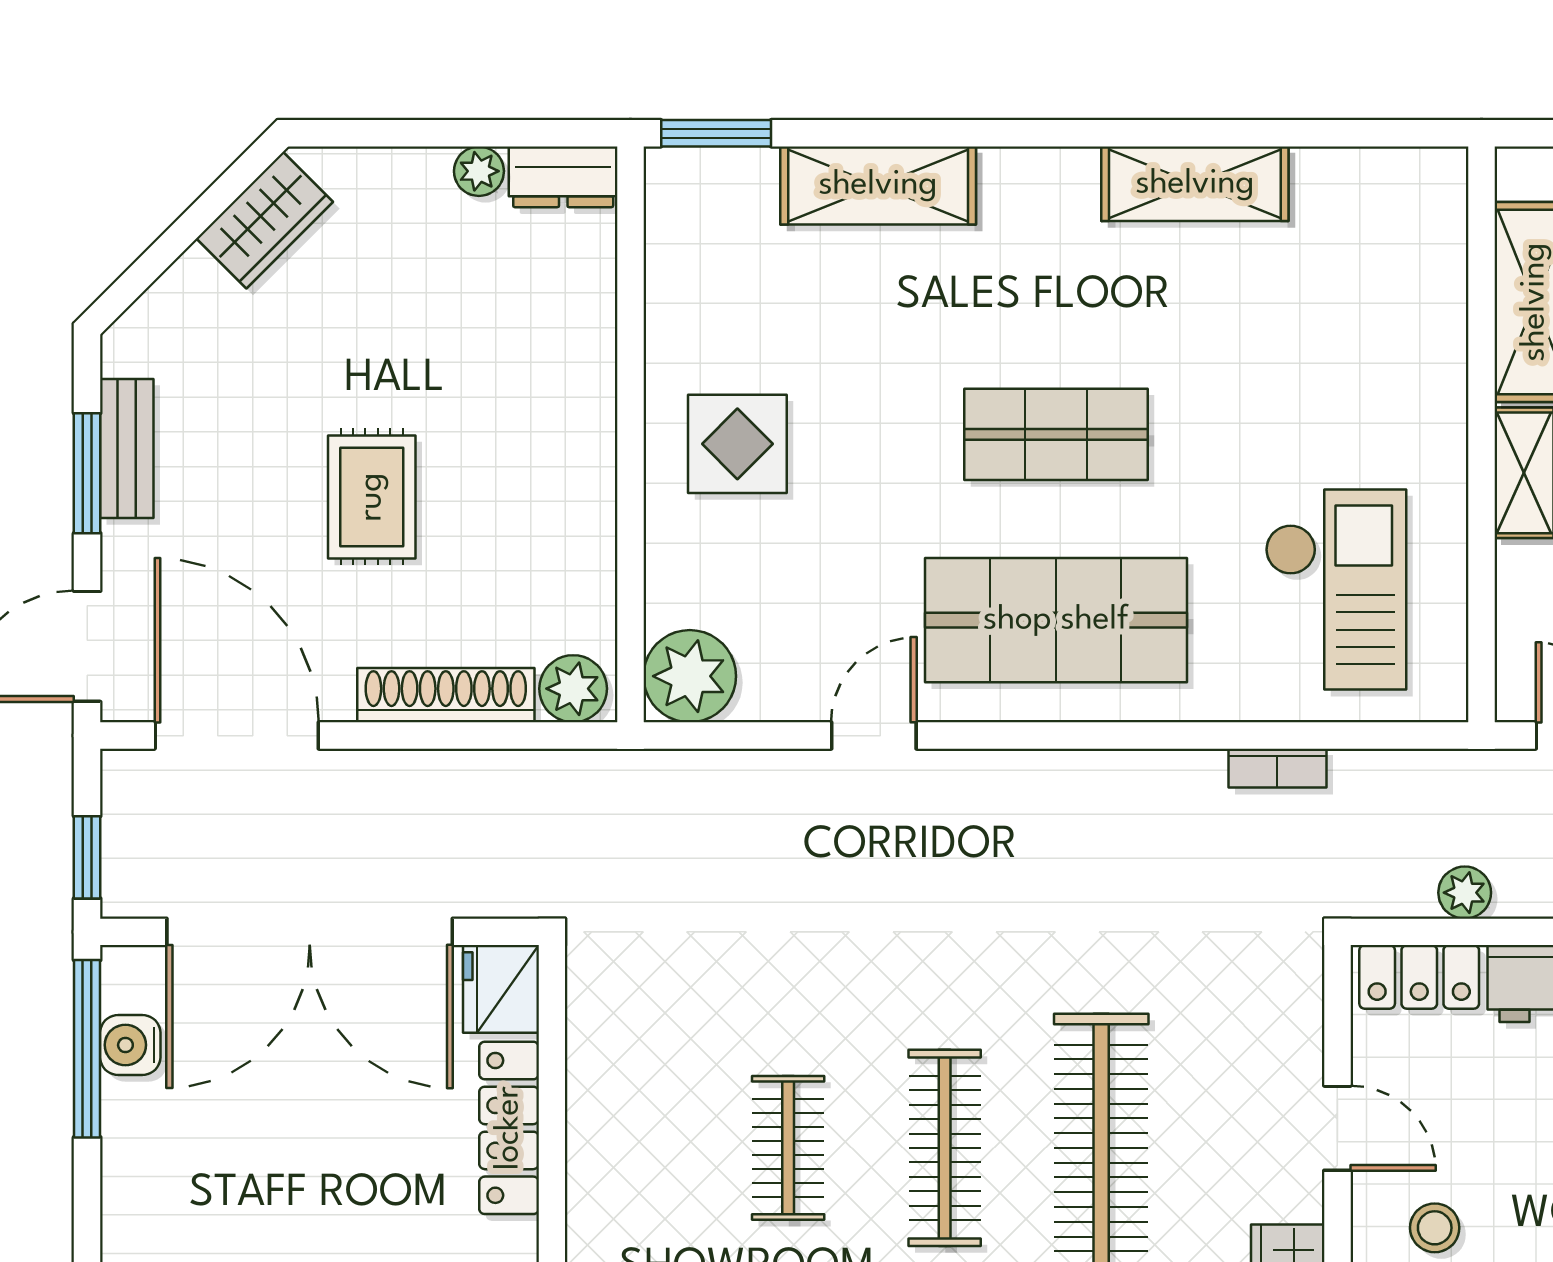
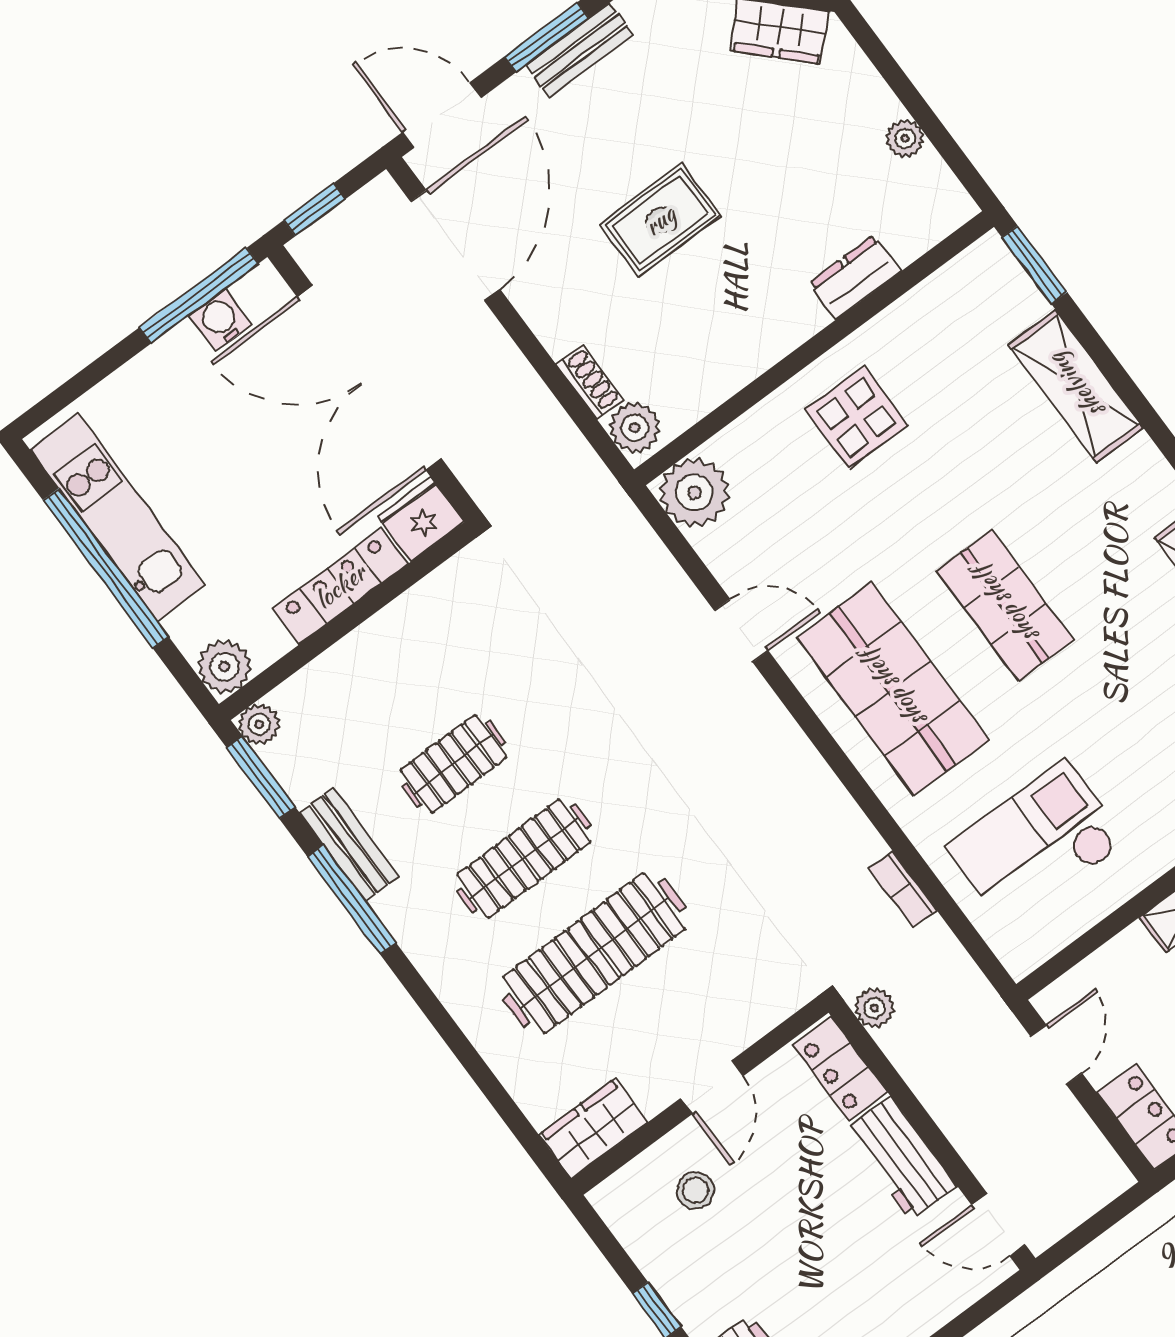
dresser: (563, 177) -> (855, 277), moved, turned 90
checkout: (1336, 590) -> (1037, 844), turned 180
shoe rack: (446, 695) -> (590, 382), width x0.51, depth x0.81
plant: (1465, 893) -> (874, 1008), moved

